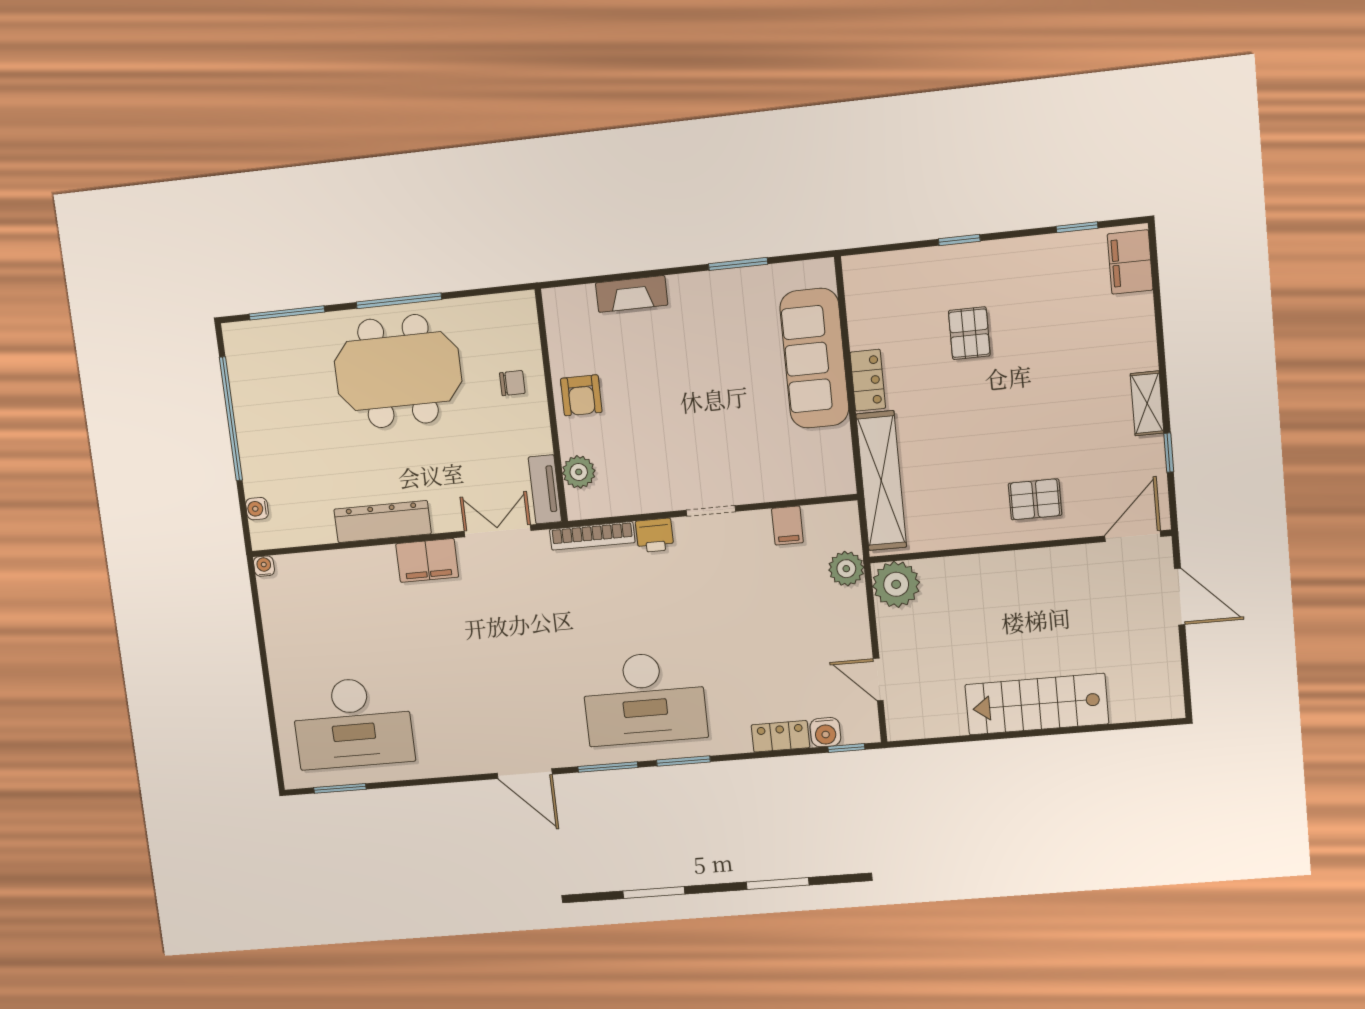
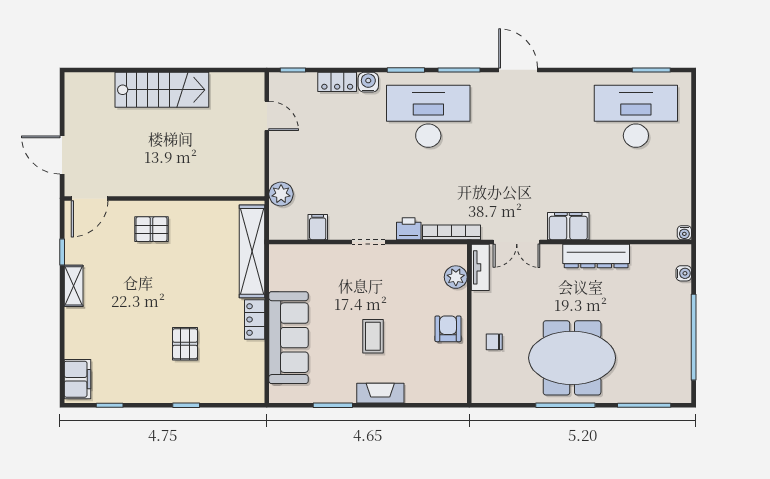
fireplace: (632, 294) -> (380, 393), moved
coffee table: (690, 373) -> (373, 336), added
plant: (896, 584) -> (249, 180), removed
water cooler: (825, 732) -> (368, 82), moved

